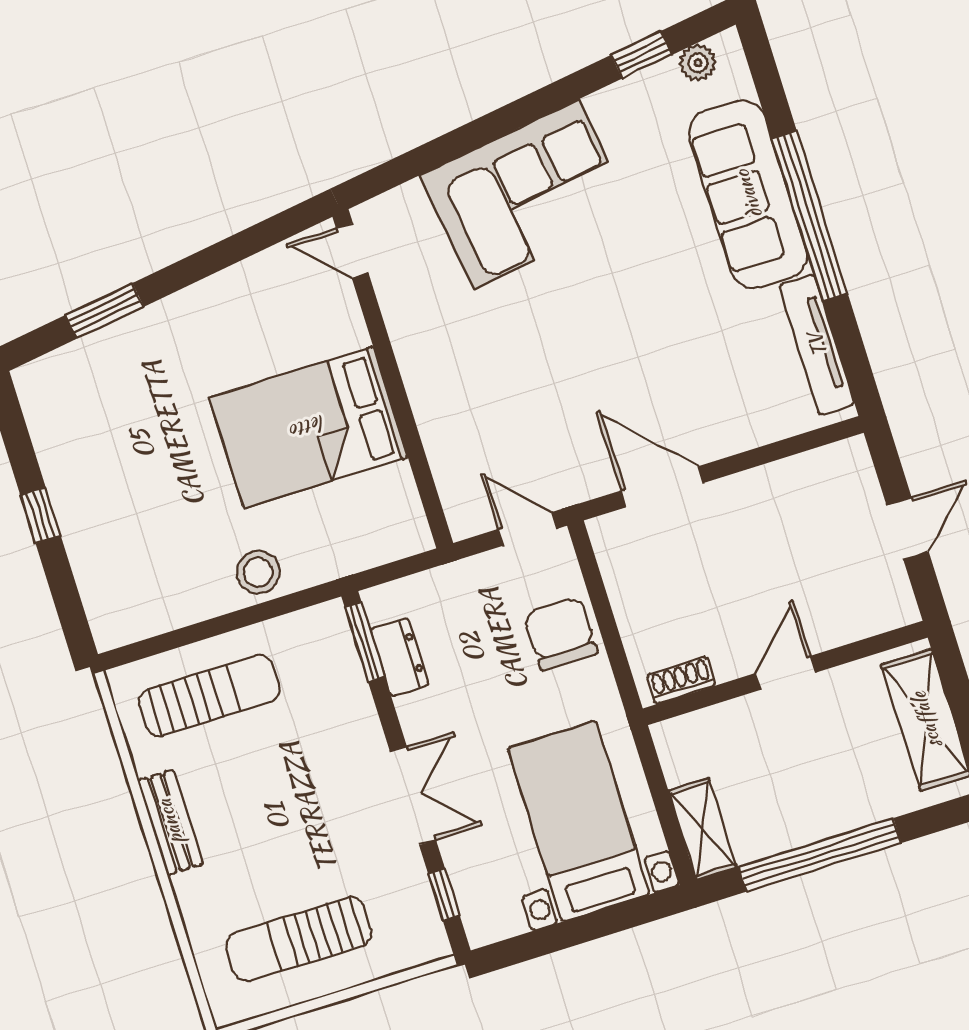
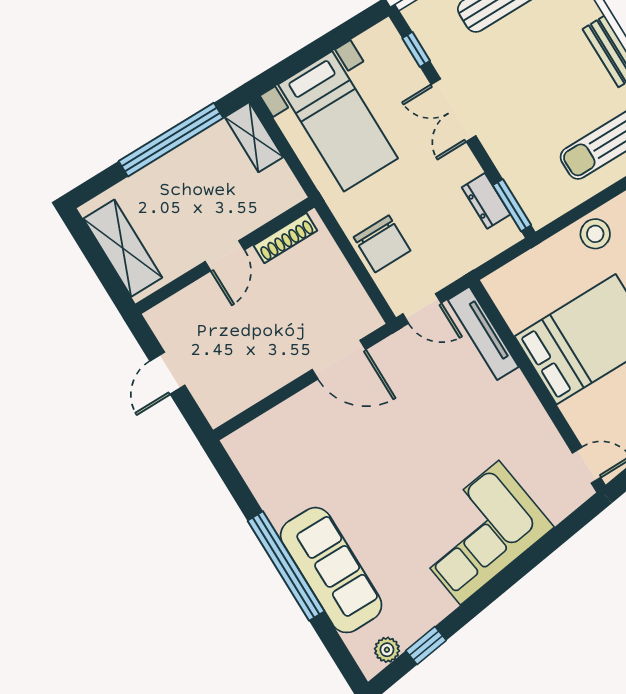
tv unit: (817, 345) -> (483, 333), moved, turned 180
shoe rack: (681, 680) -> (285, 238), width x1.43

